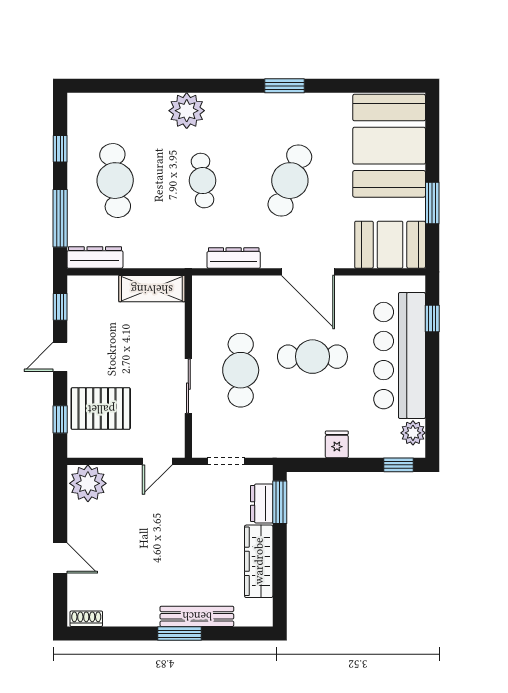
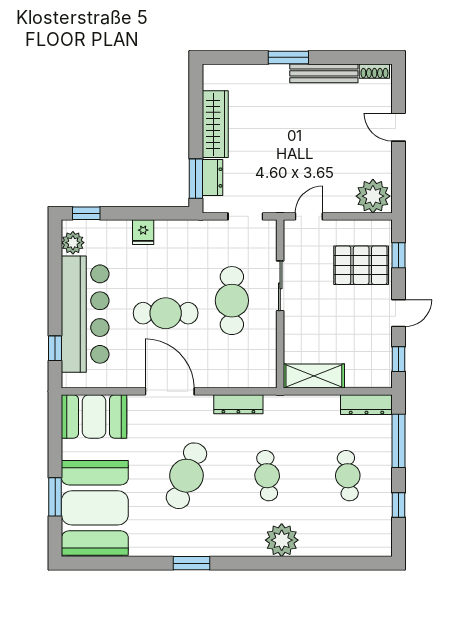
cafe table: (115, 181) -> (348, 476), width x0.73, depth x0.74
window: (432, 203) -> (55, 497), moved
bench: (197, 616) -> (324, 73), moved

